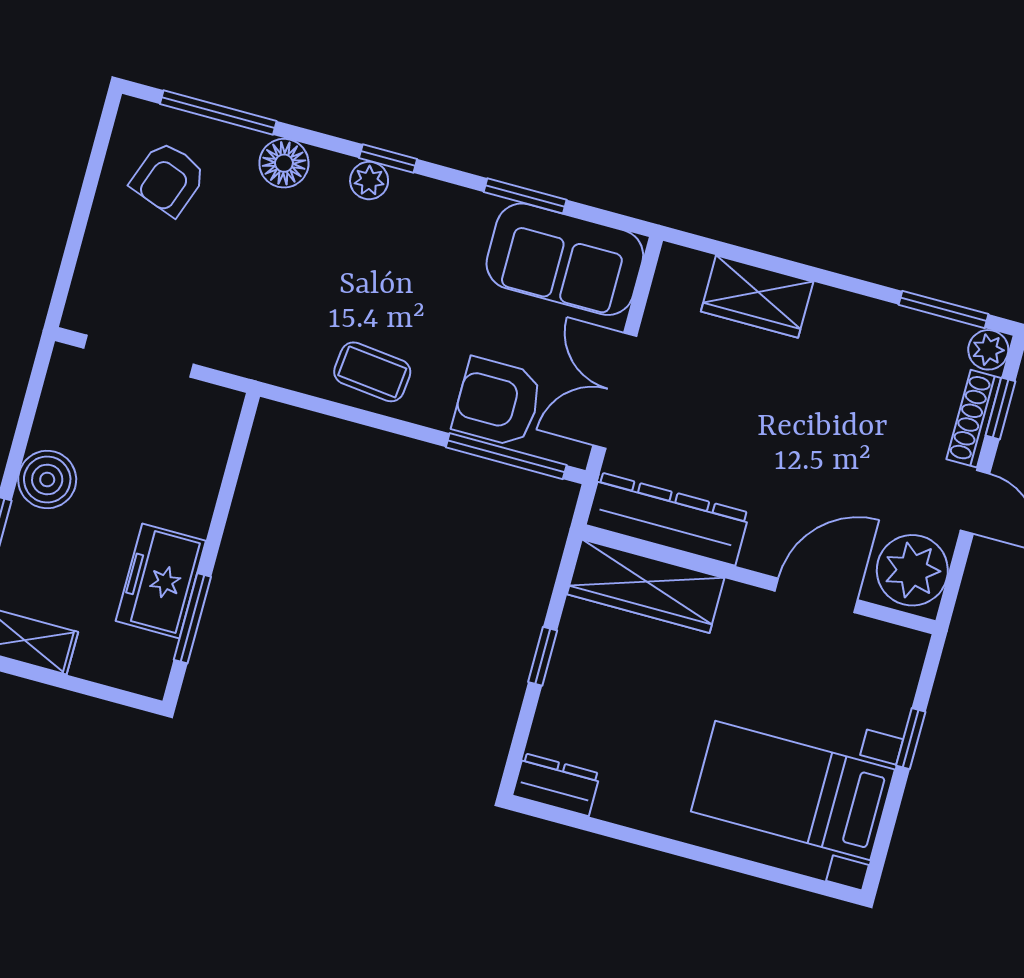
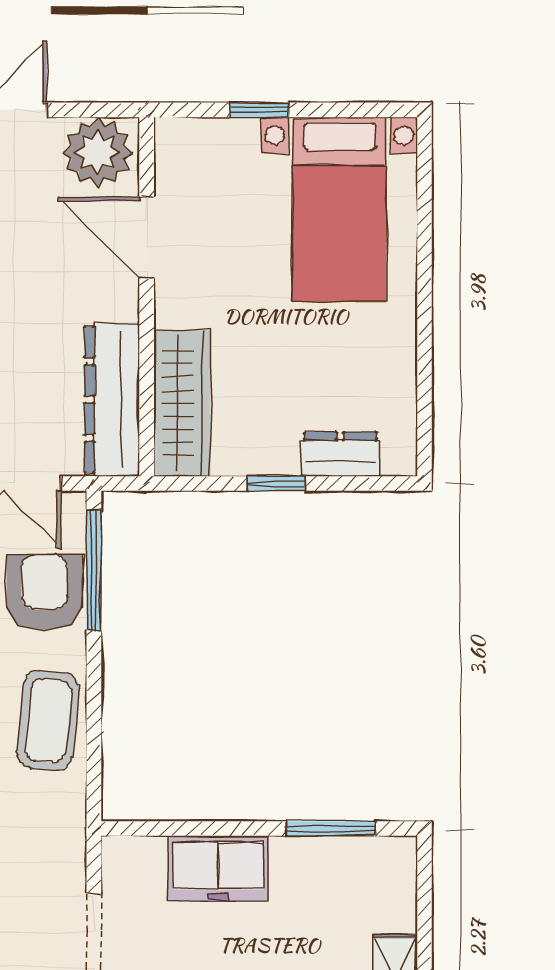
coffee table: (372, 372) -> (48, 720), width x1.36, depth x1.30
armchair: (498, 402) -> (45, 593), turned 180
freezer: (161, 581) -> (218, 868), moved
dresser: (556, 785) -> (340, 454), moved, turned 90

